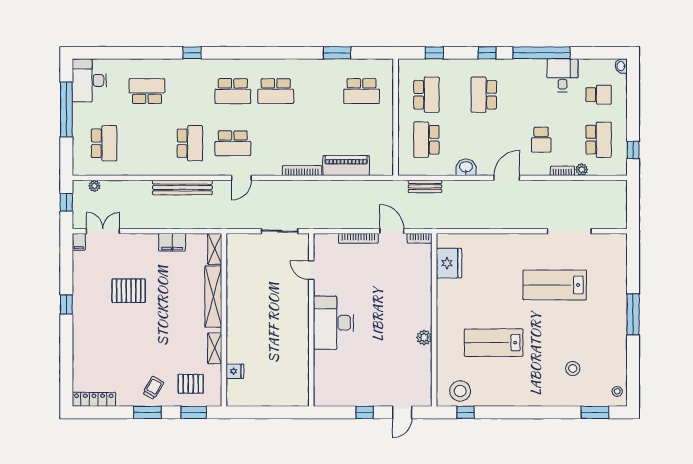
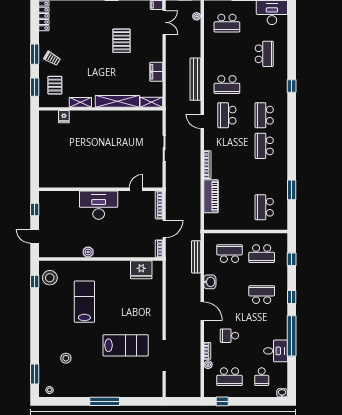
bench: (425, 186) -> (196, 257), width x1.36
door: (311, 270) -> (136, 189), moved
lab bench: (555, 285) -> (126, 345), turned 90
wall: (311, 320) -> (101, 189), moved
desk: (333, 323) -> (99, 205), moved

